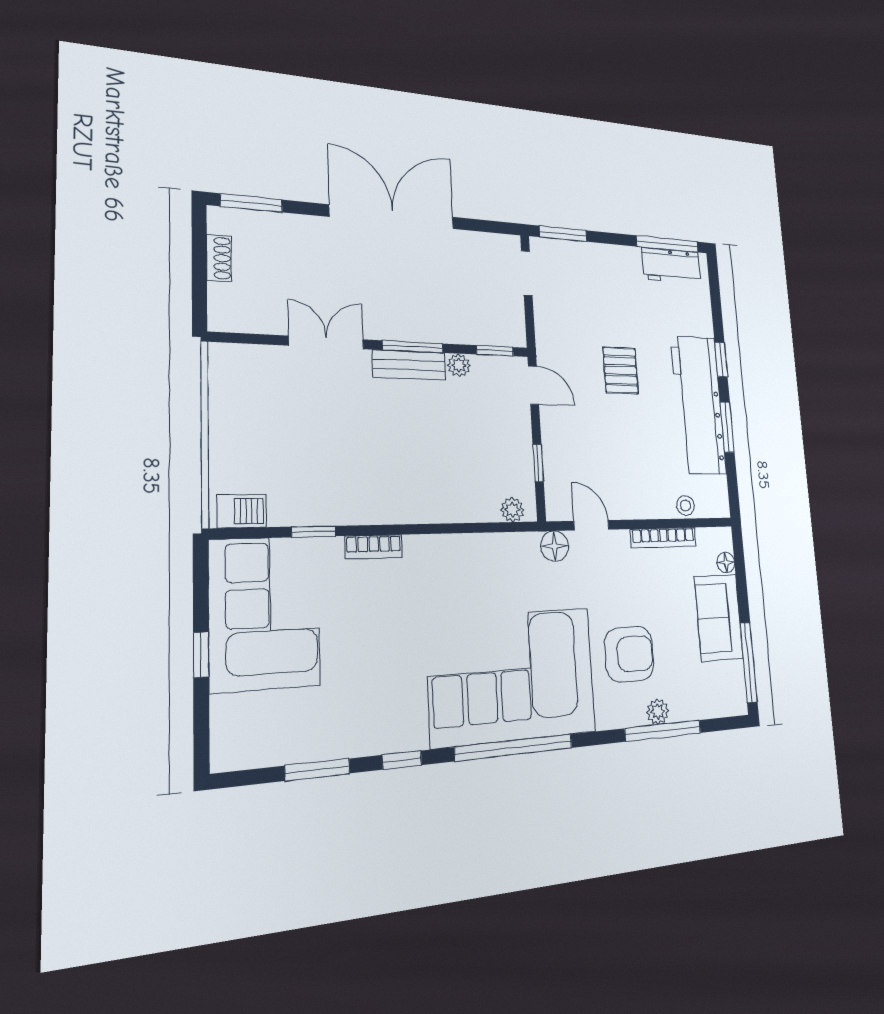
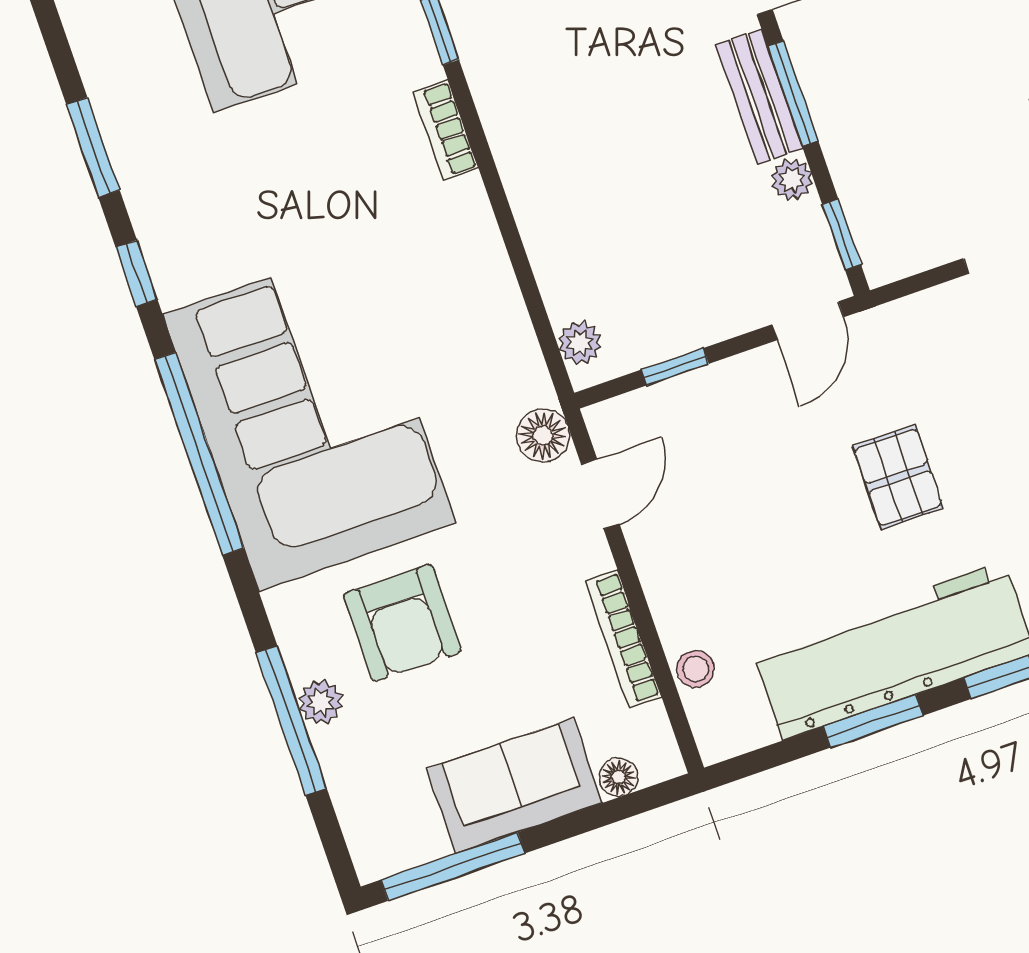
pallet: (621, 370) -> (898, 477), turned 90

